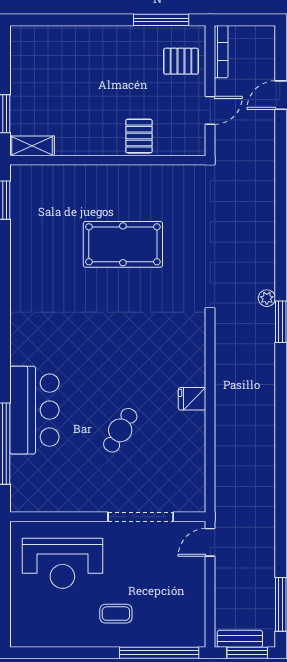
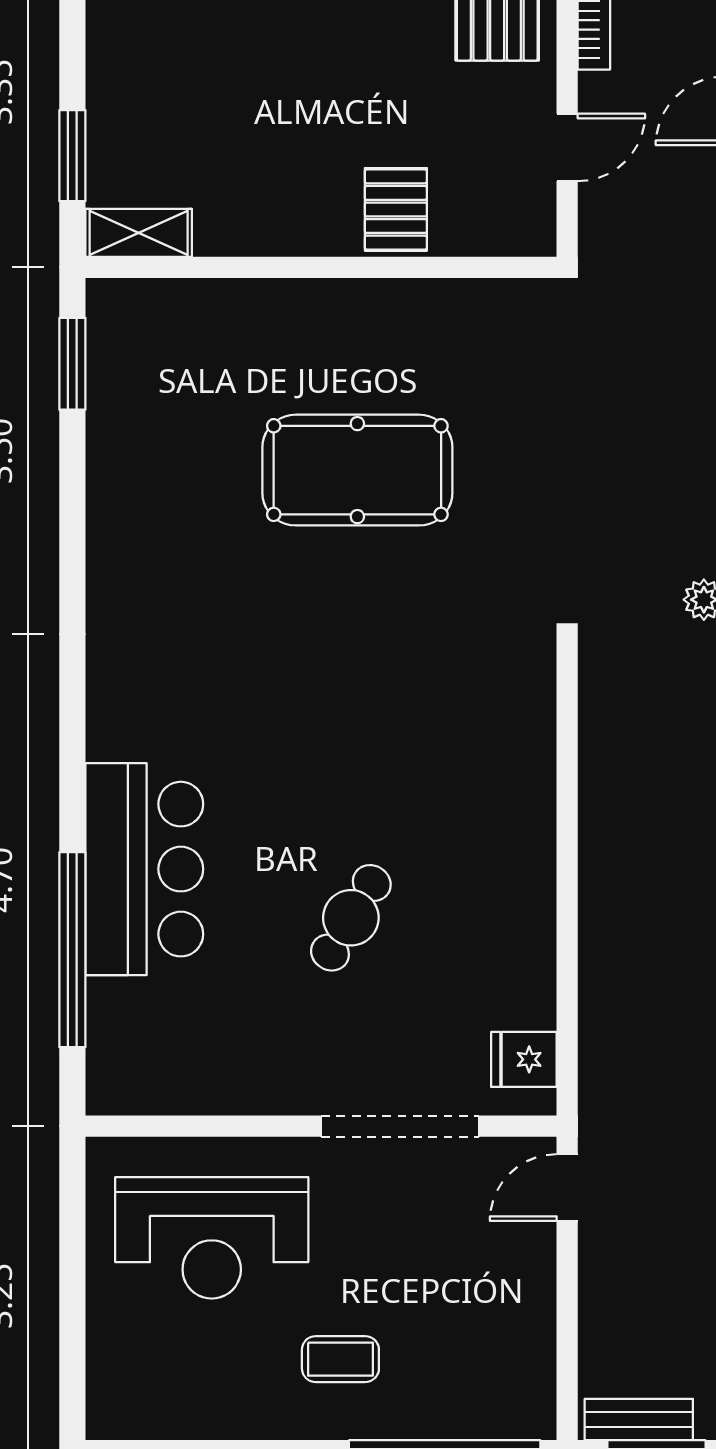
fridge: (192, 399) -> (524, 1059), moved

